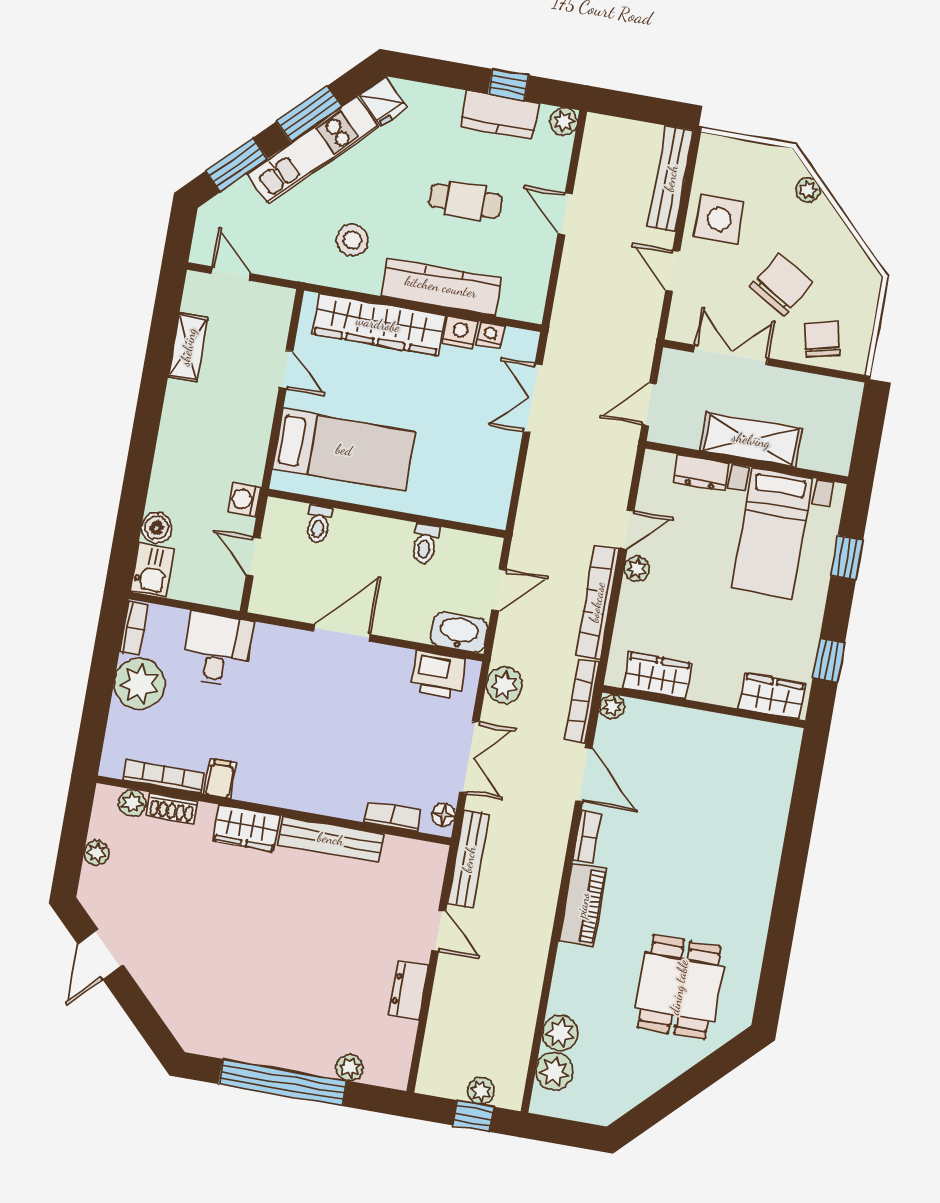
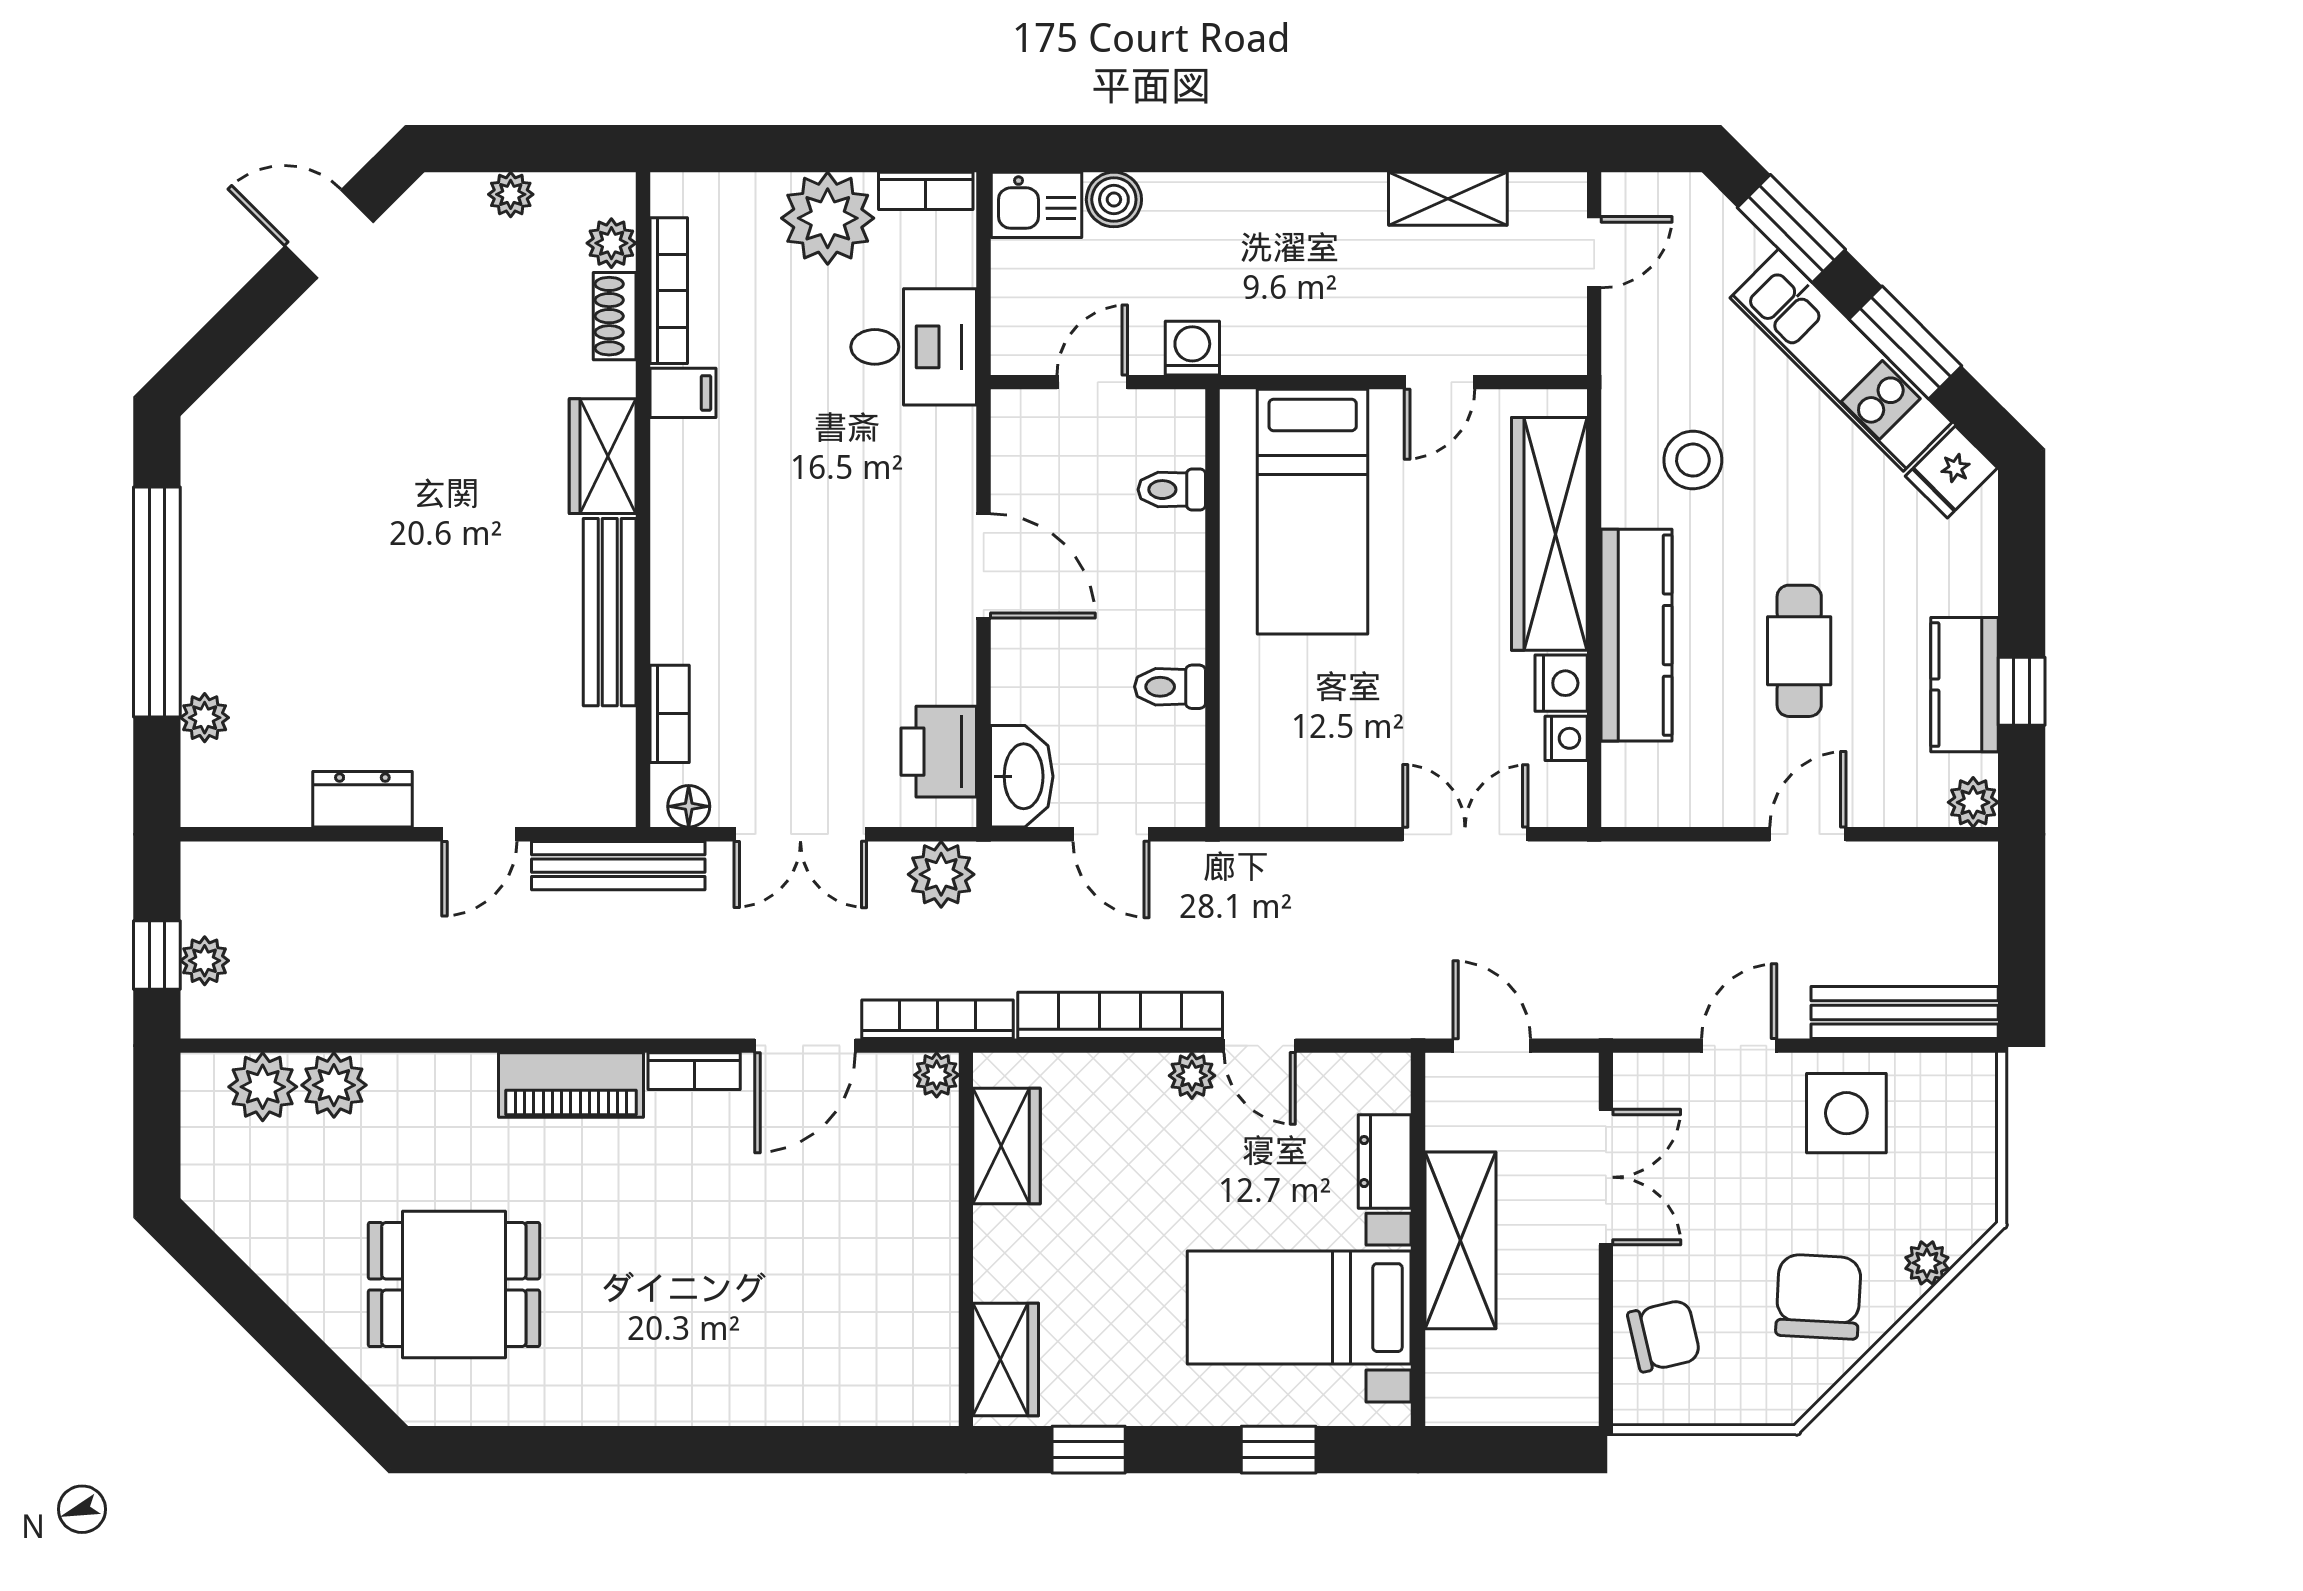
chair: (782, 285) -> (1818, 1297), moved, turned -118

